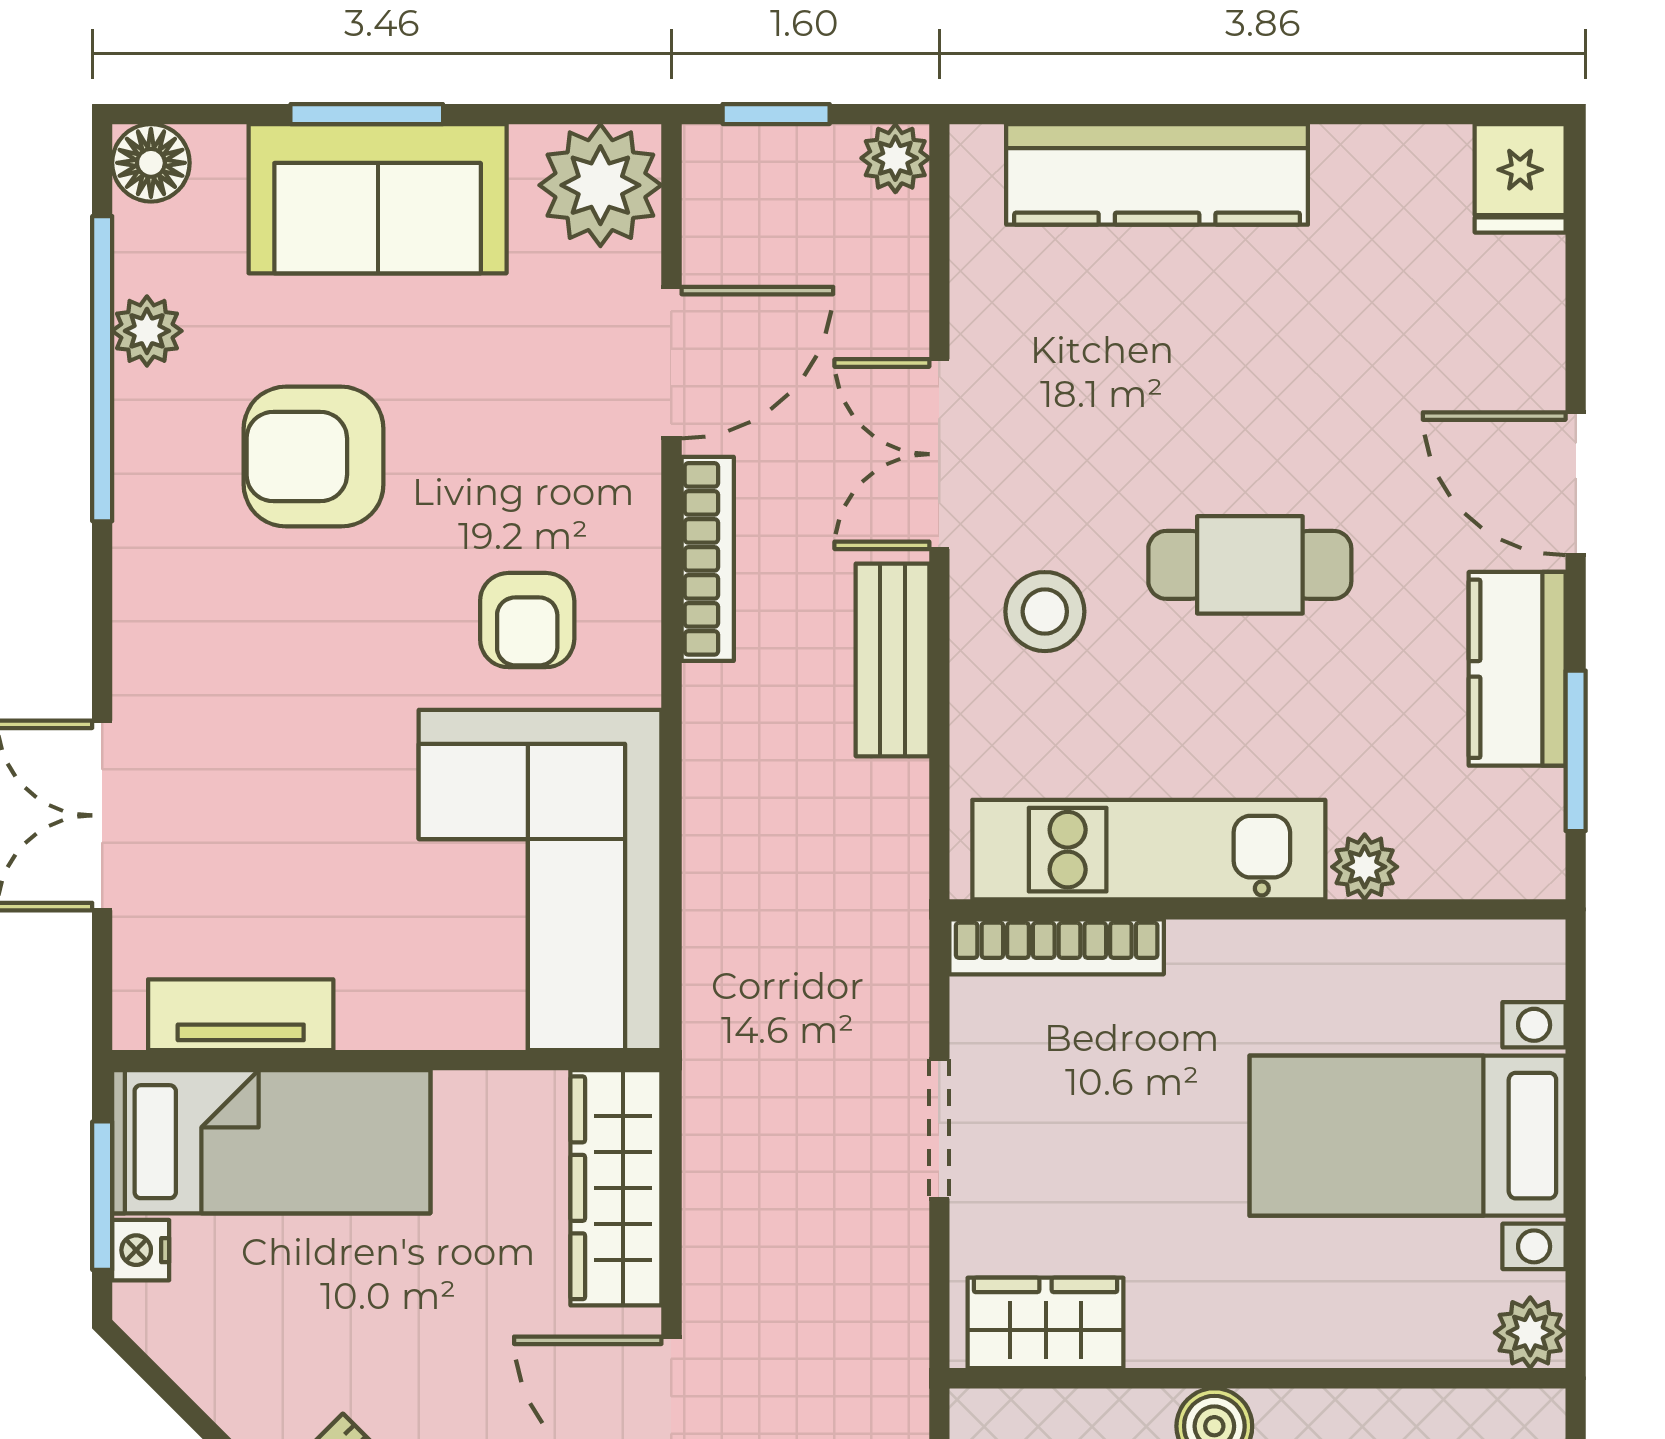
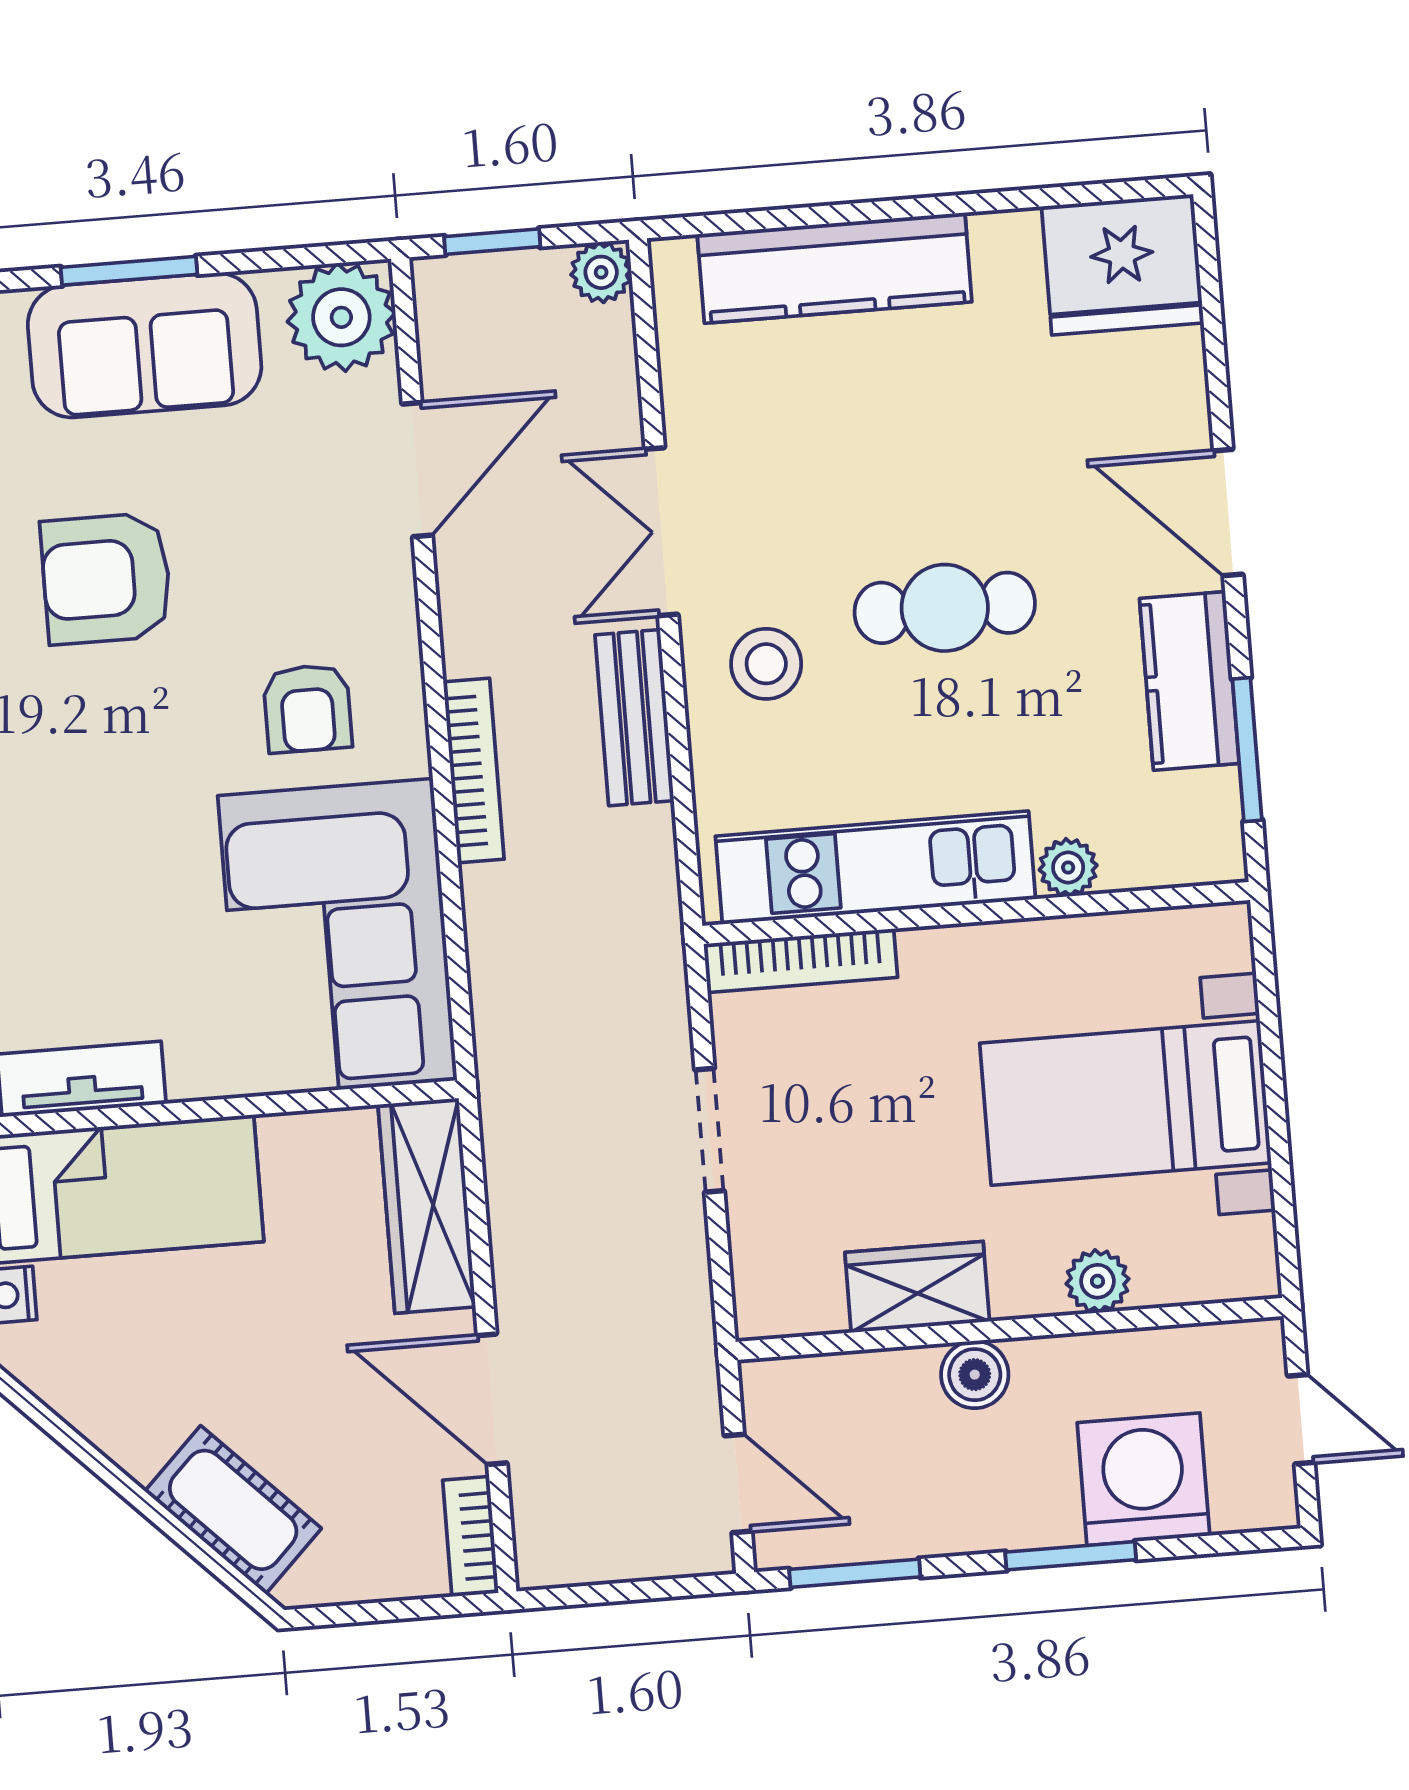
fridge: (1520, 178) -> (1123, 265), width x1.88, depth x1.34
bookcase: (708, 559) -> (474, 771), moved
wardrobe: (1046, 1323) -> (917, 1287), moved
plant: (1530, 1333) -> (1097, 1281), moved

